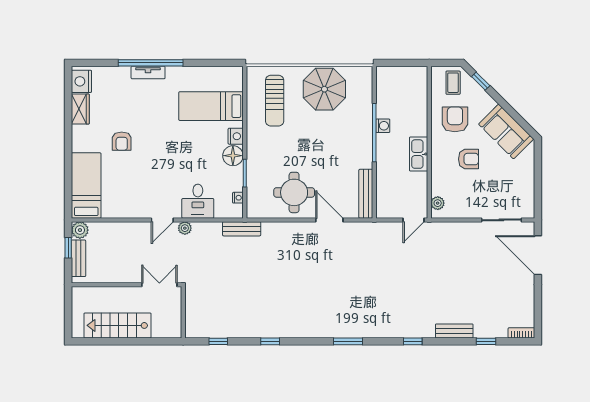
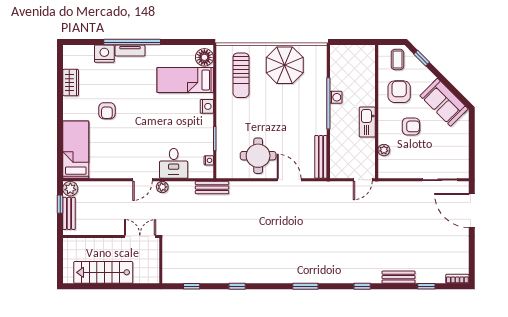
nightstand: (81, 81) -> (104, 54), moved, turned 90
floor lamp: (233, 156) -> (204, 57), moved
plant: (438, 203) -> (384, 150), moved

